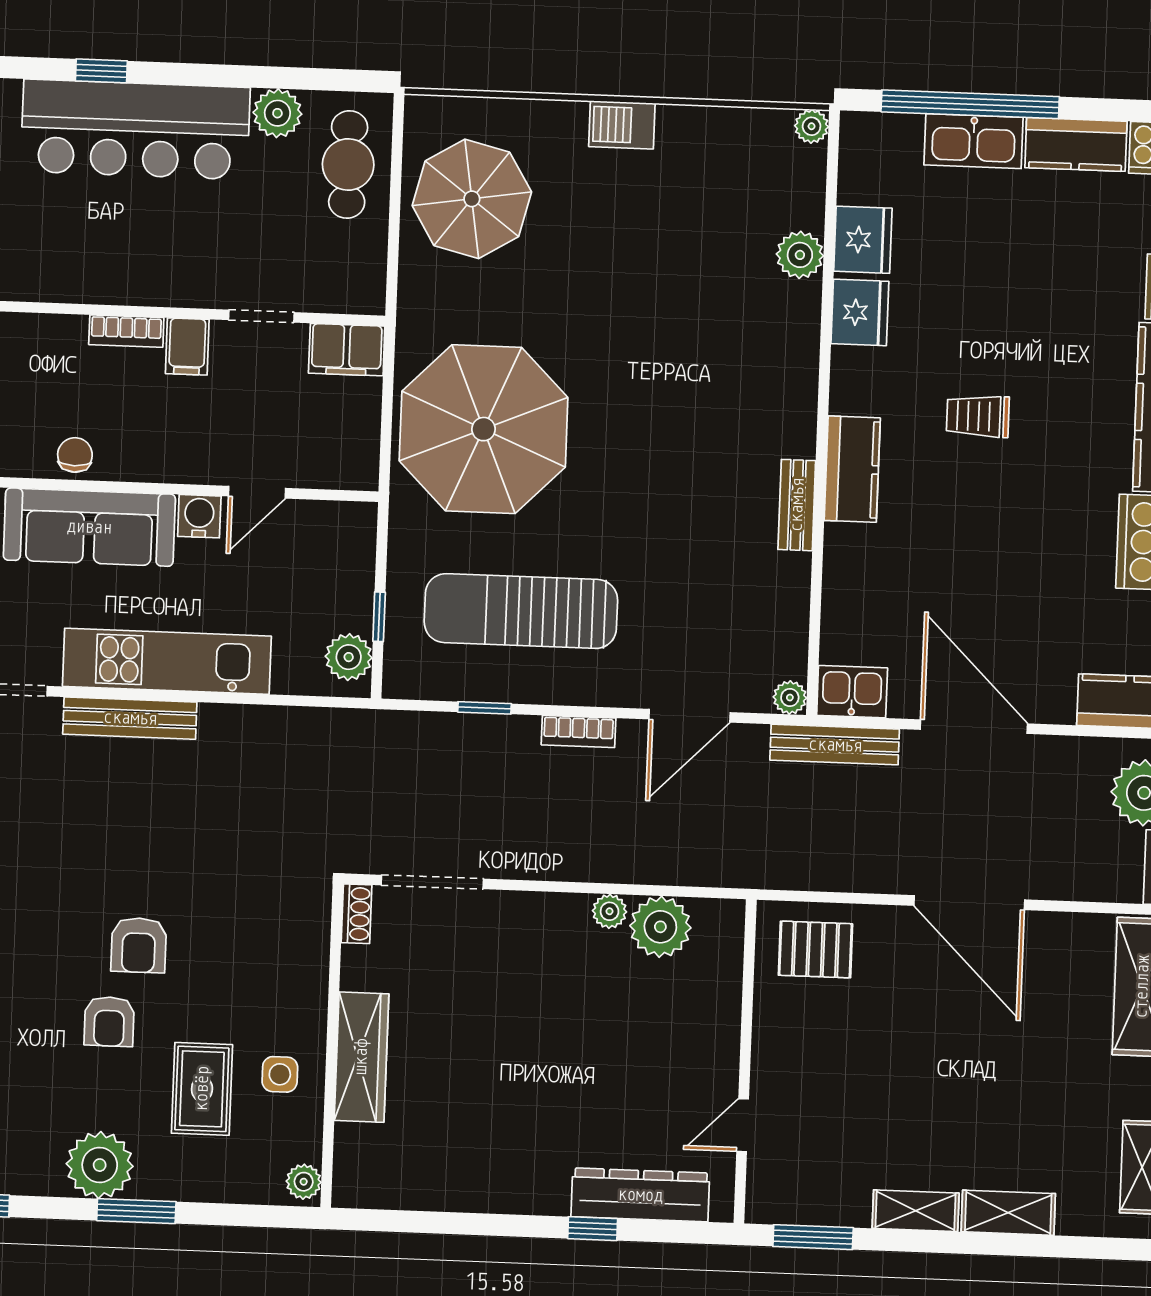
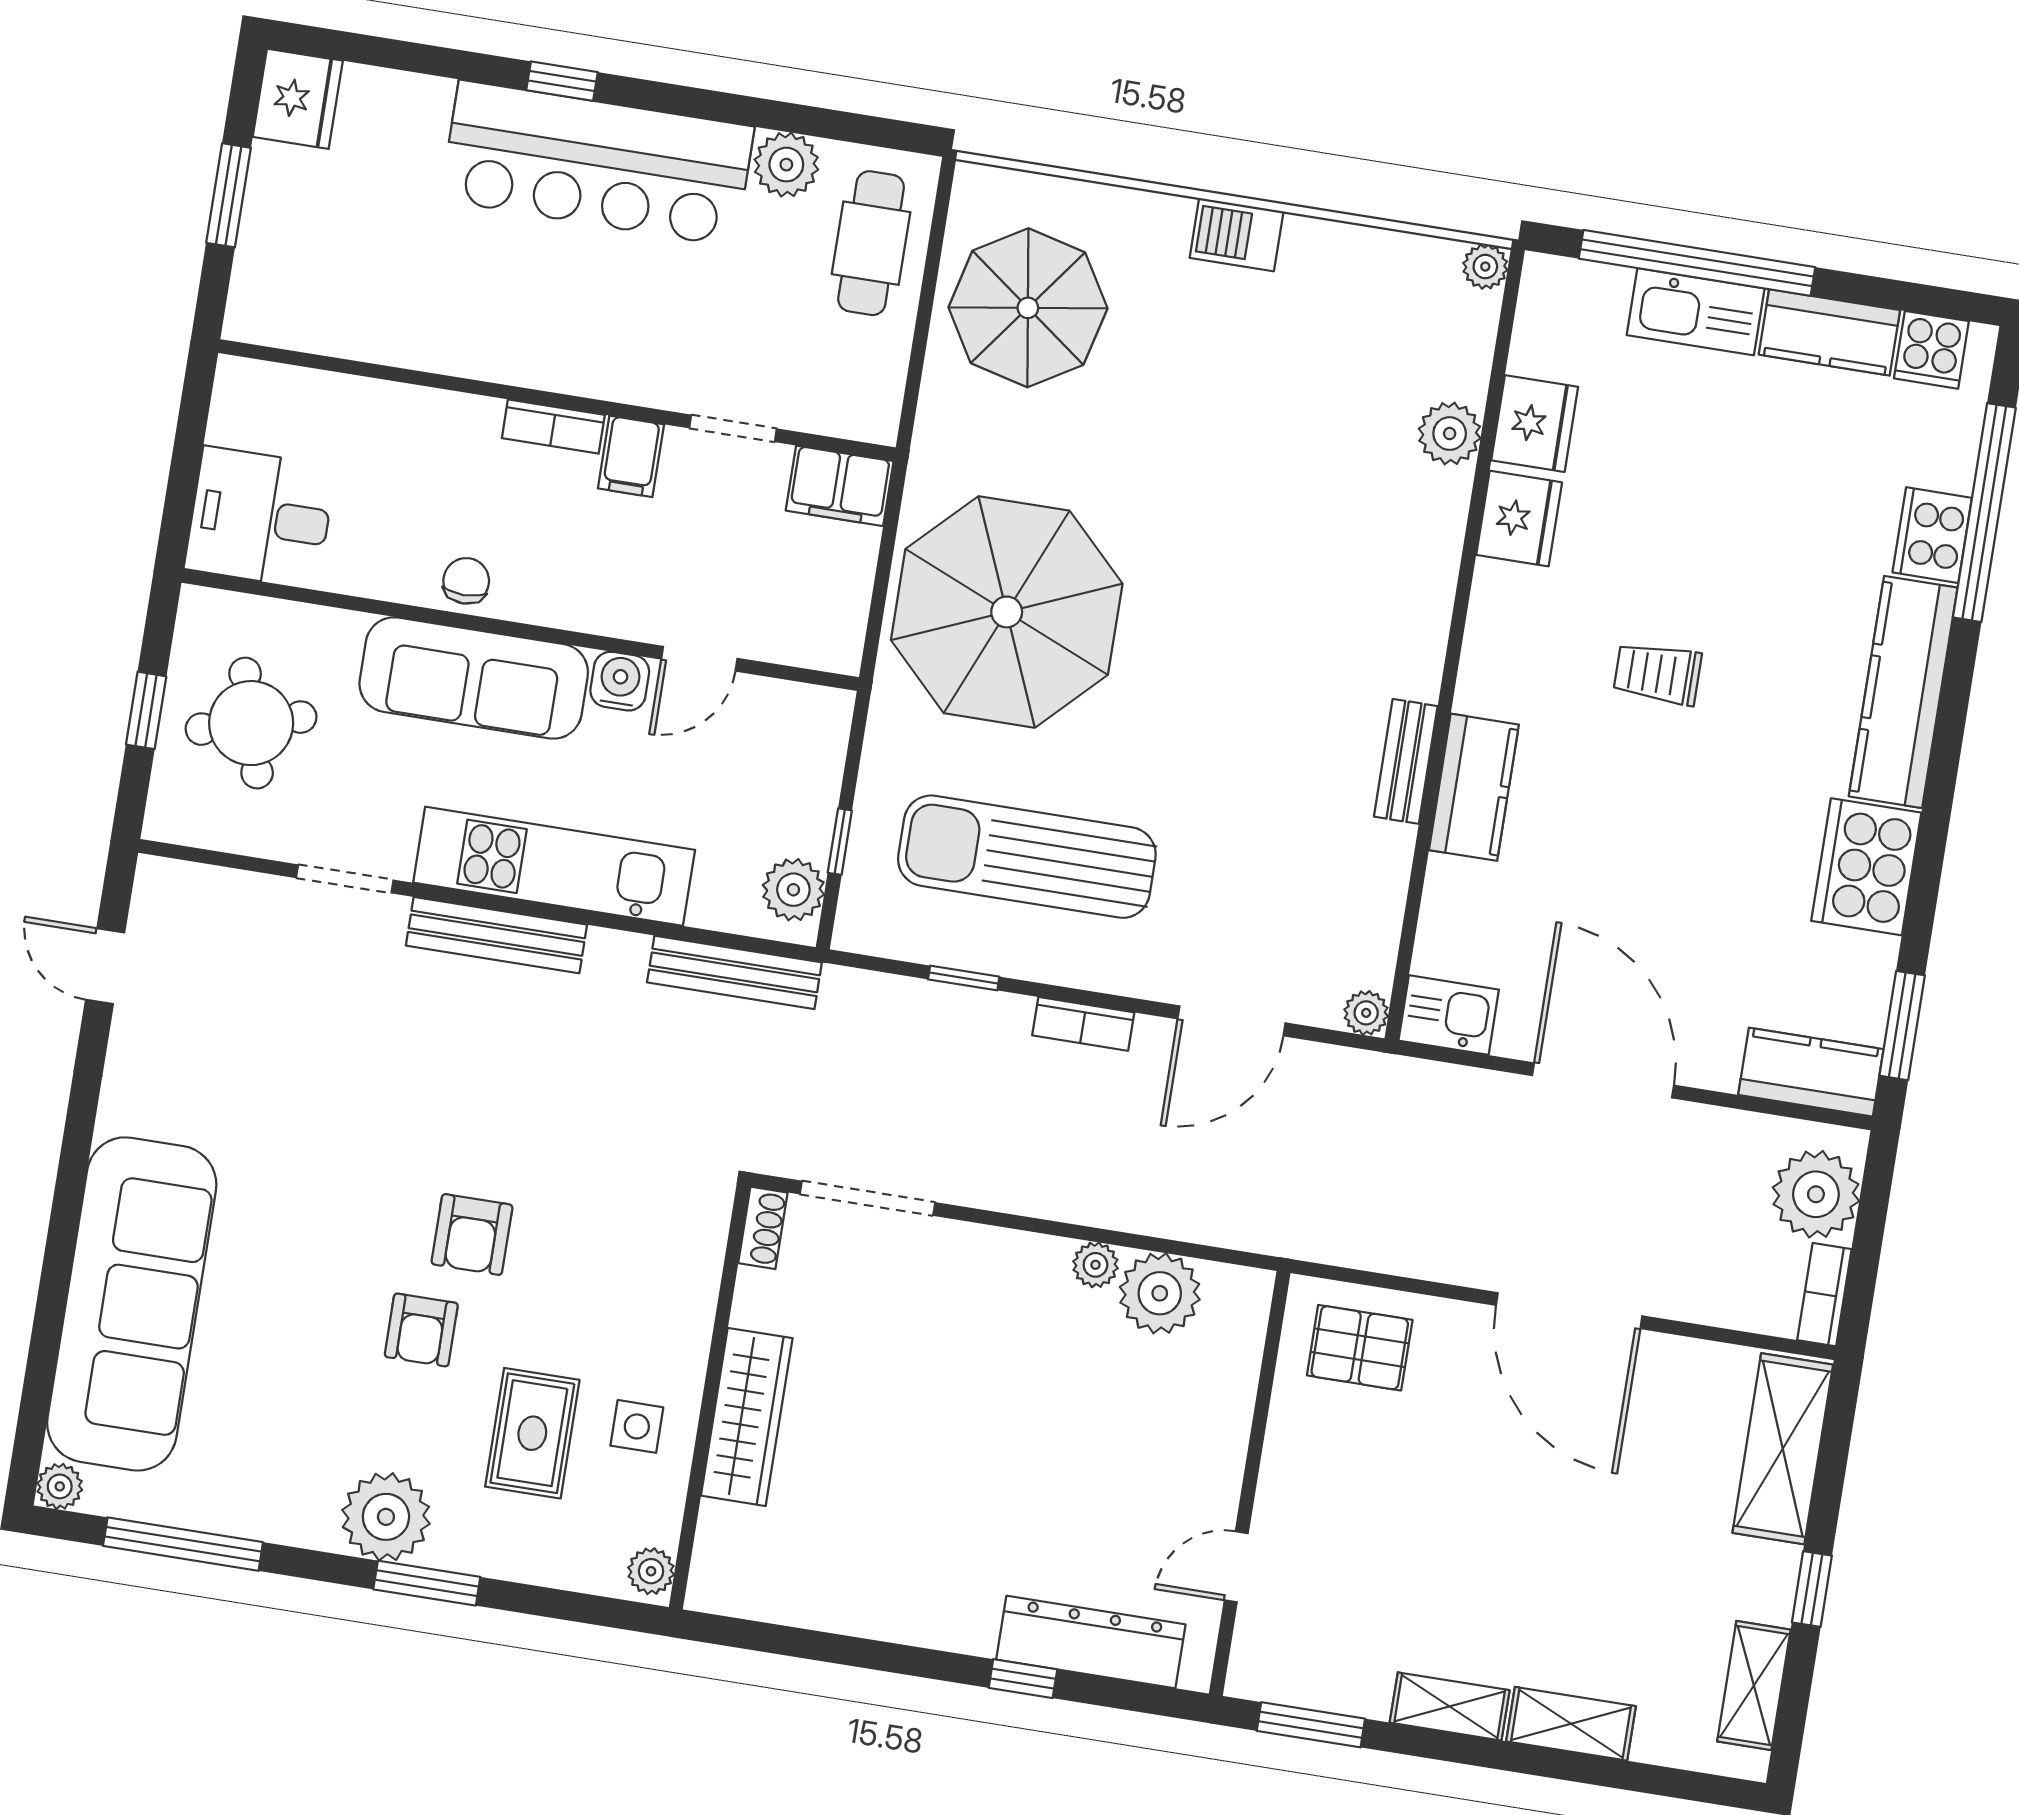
kitchen counter: (852, 469) -> (1474, 787), moved
bench: (835, 745) -> (734, 972), moved

